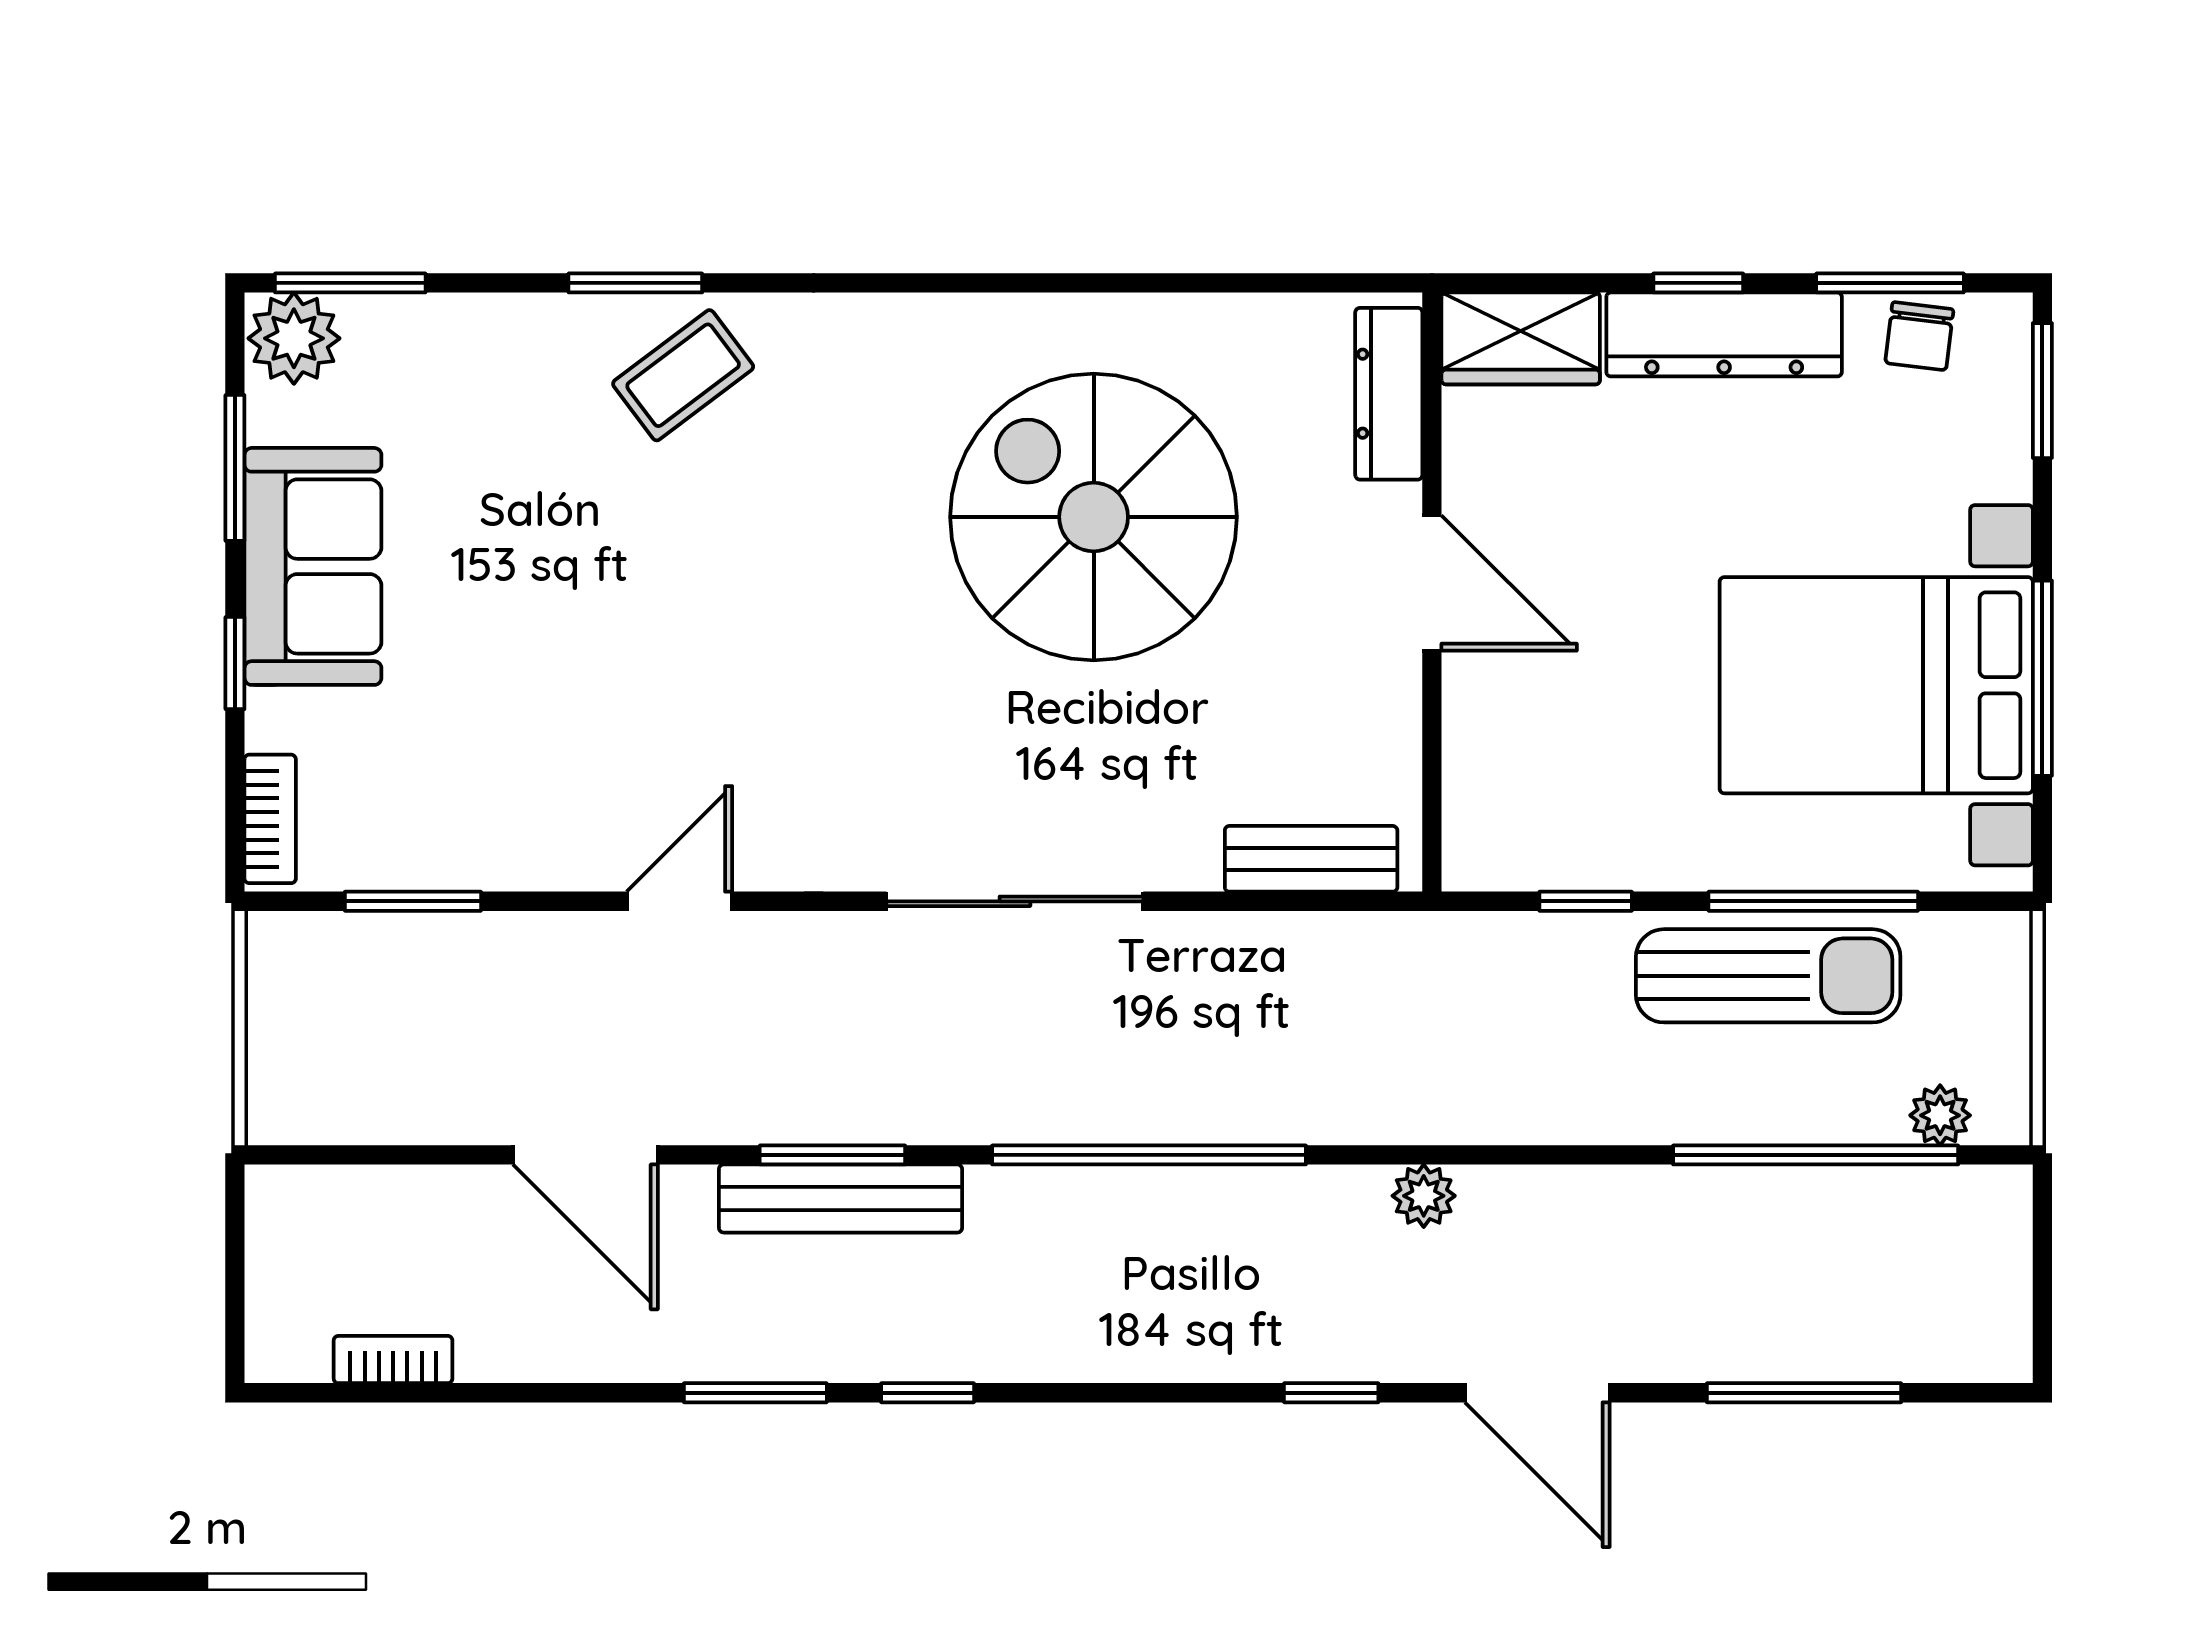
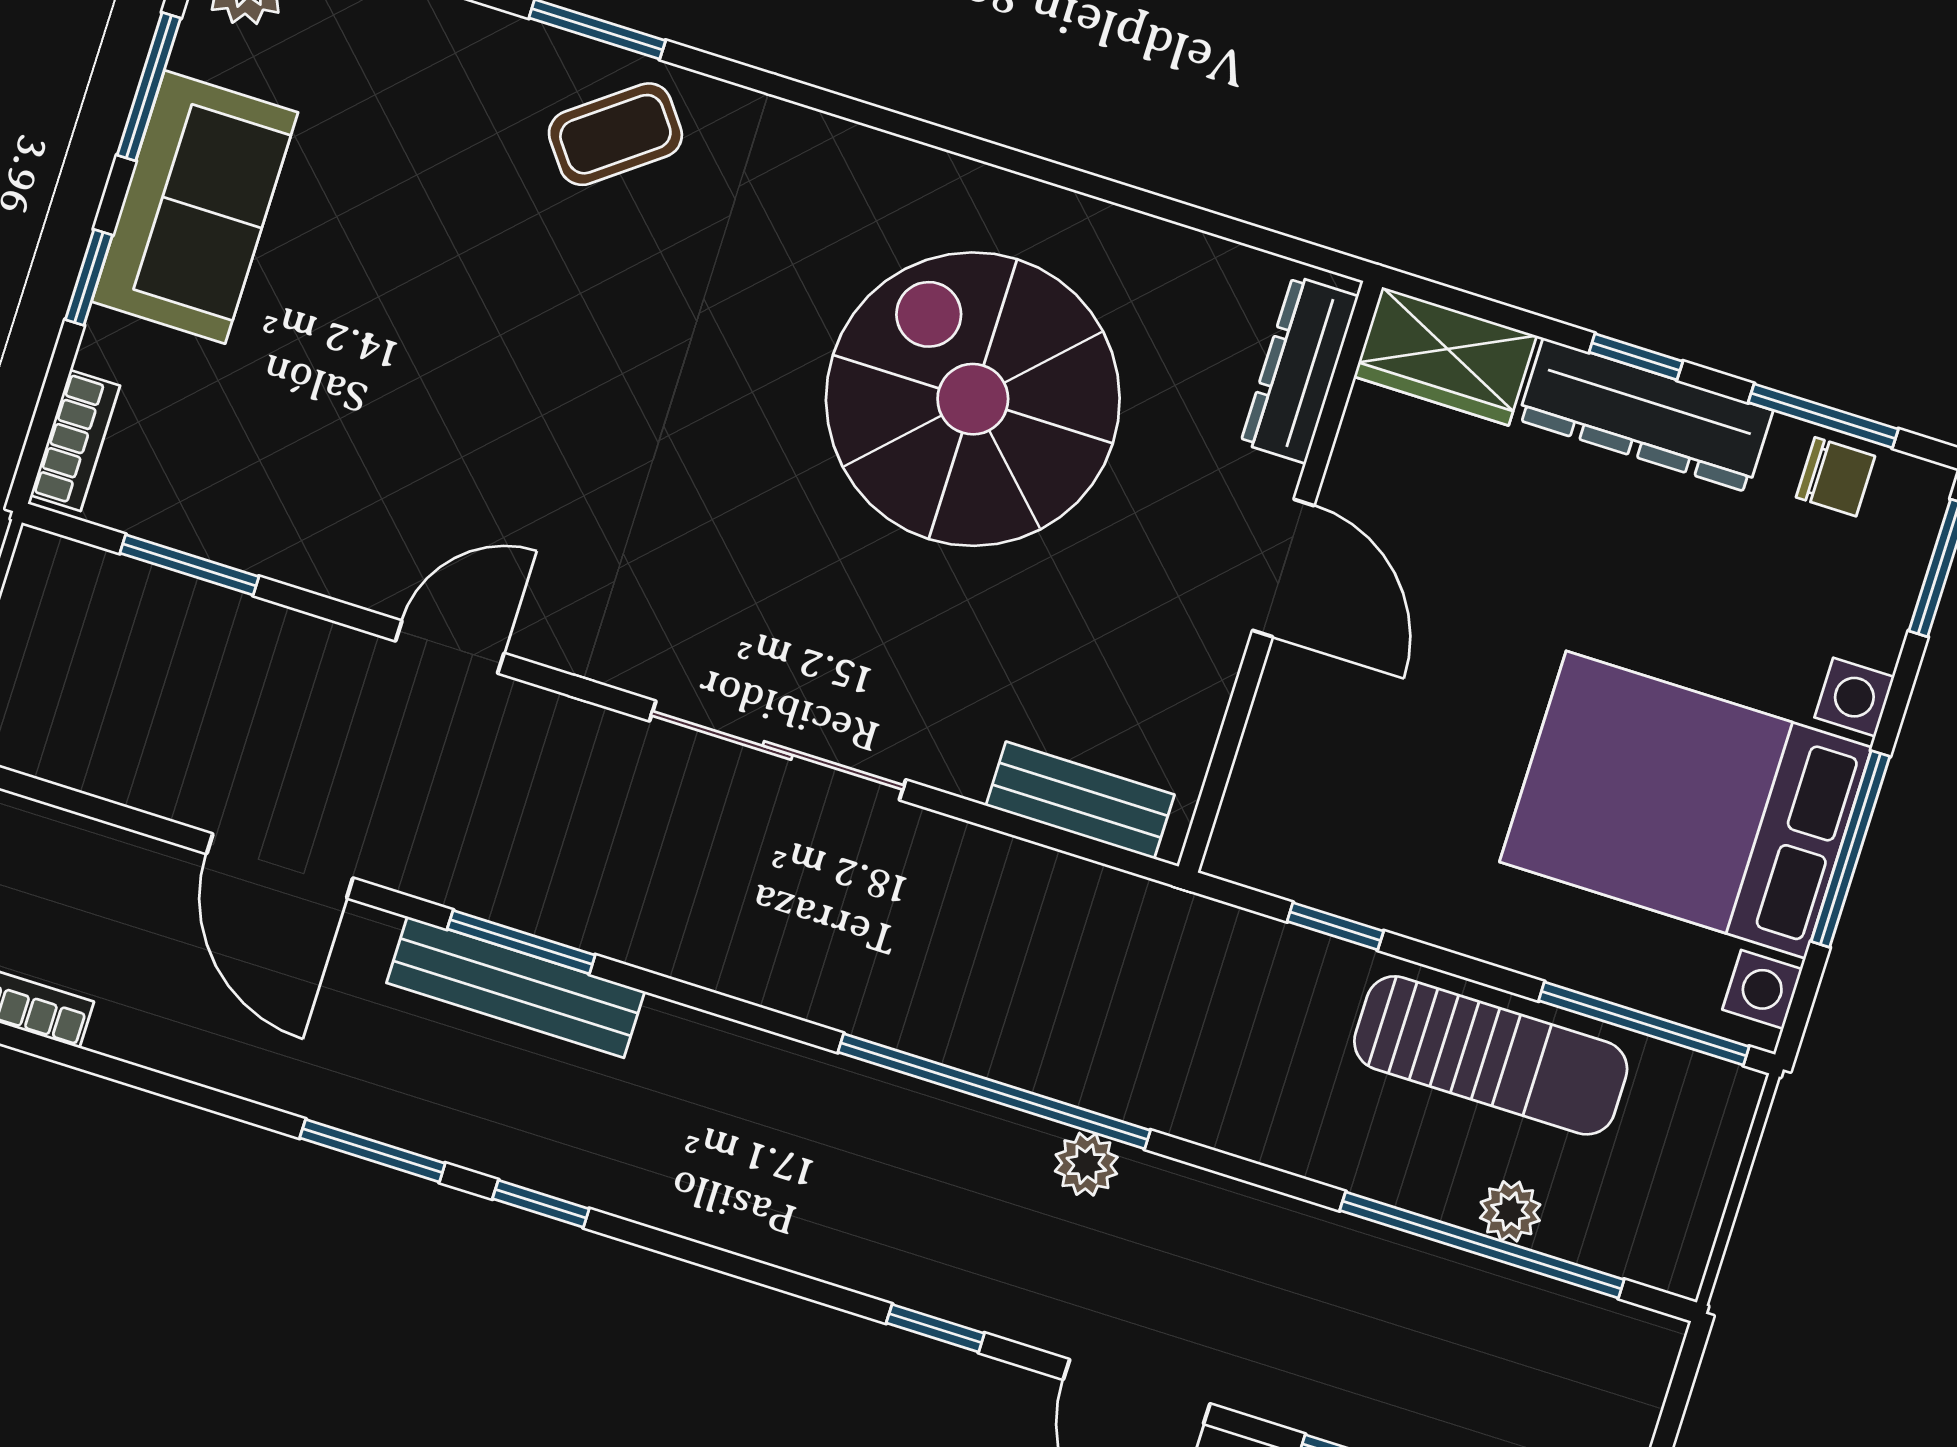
chair: (1919, 336) -> (1835, 477), turned -97
window: (1813, 901) -> (1644, 1024), moved
plant: (1940, 1115) -> (1510, 1211), moved
window: (1149, 1155) -> (994, 1091), moved

